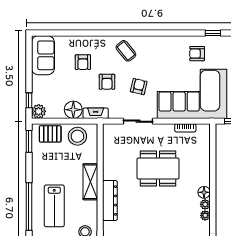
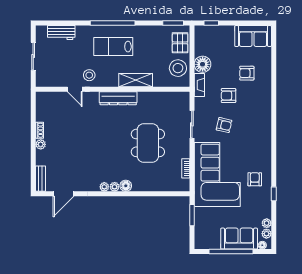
coffee table: (126, 51) -> (257, 113), removed
plant: (39, 111) -> (201, 32), removed

